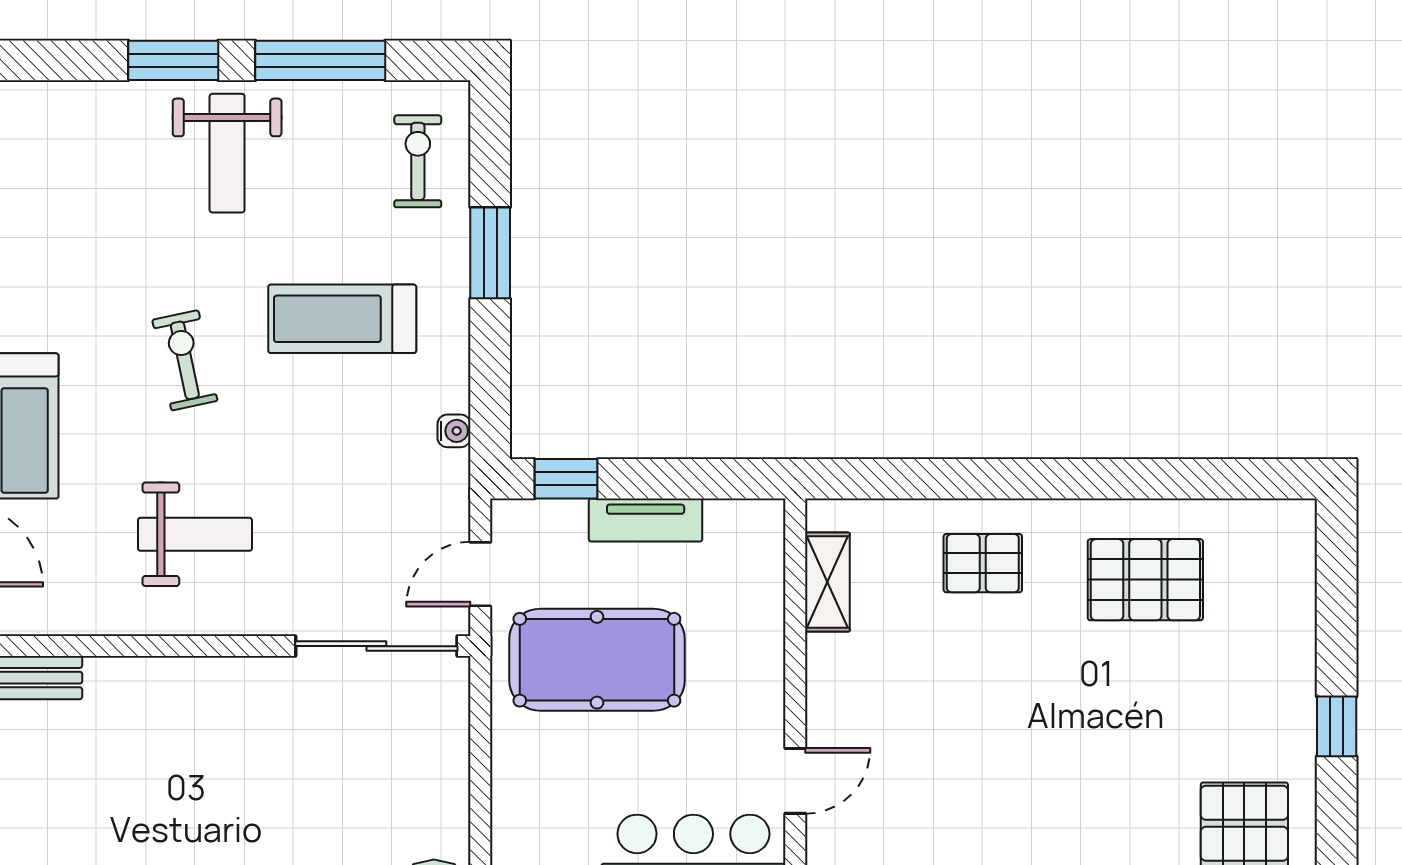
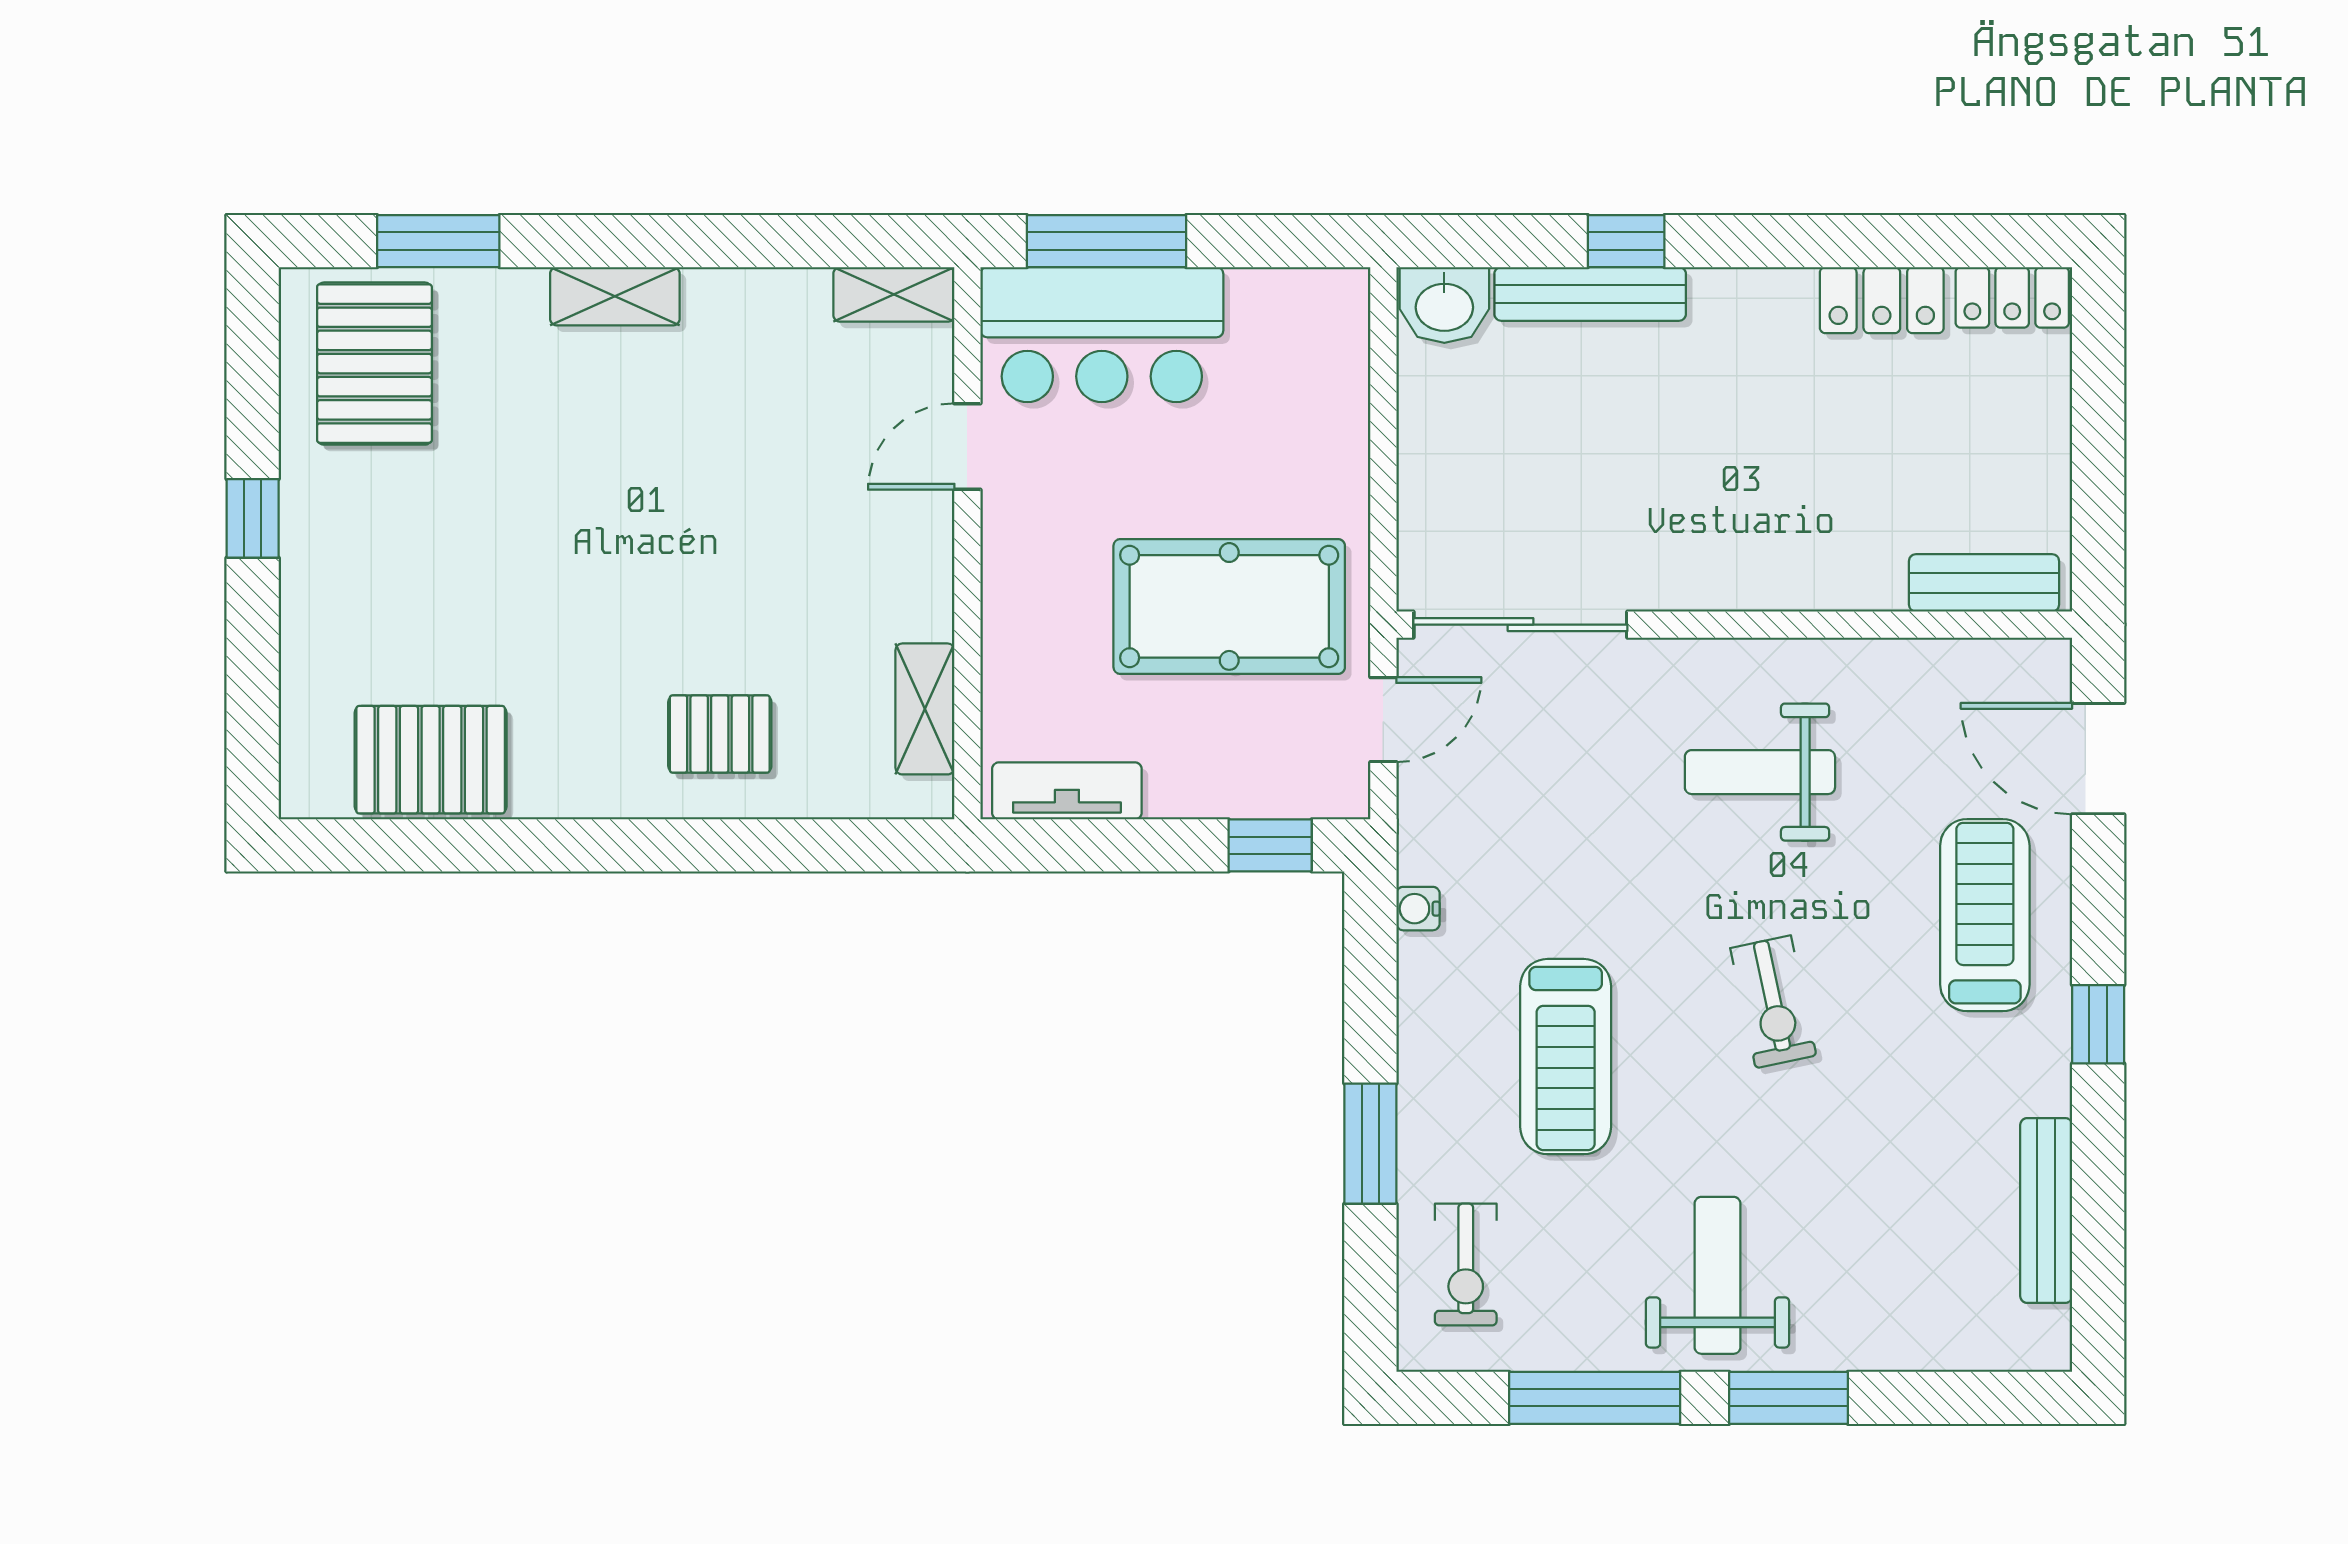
treadmill: (342, 319) -> (1566, 1057), turned 90
tv unit: (646, 520) -> (1067, 791), moved
pallet: (1145, 580) -> (431, 760), moved

